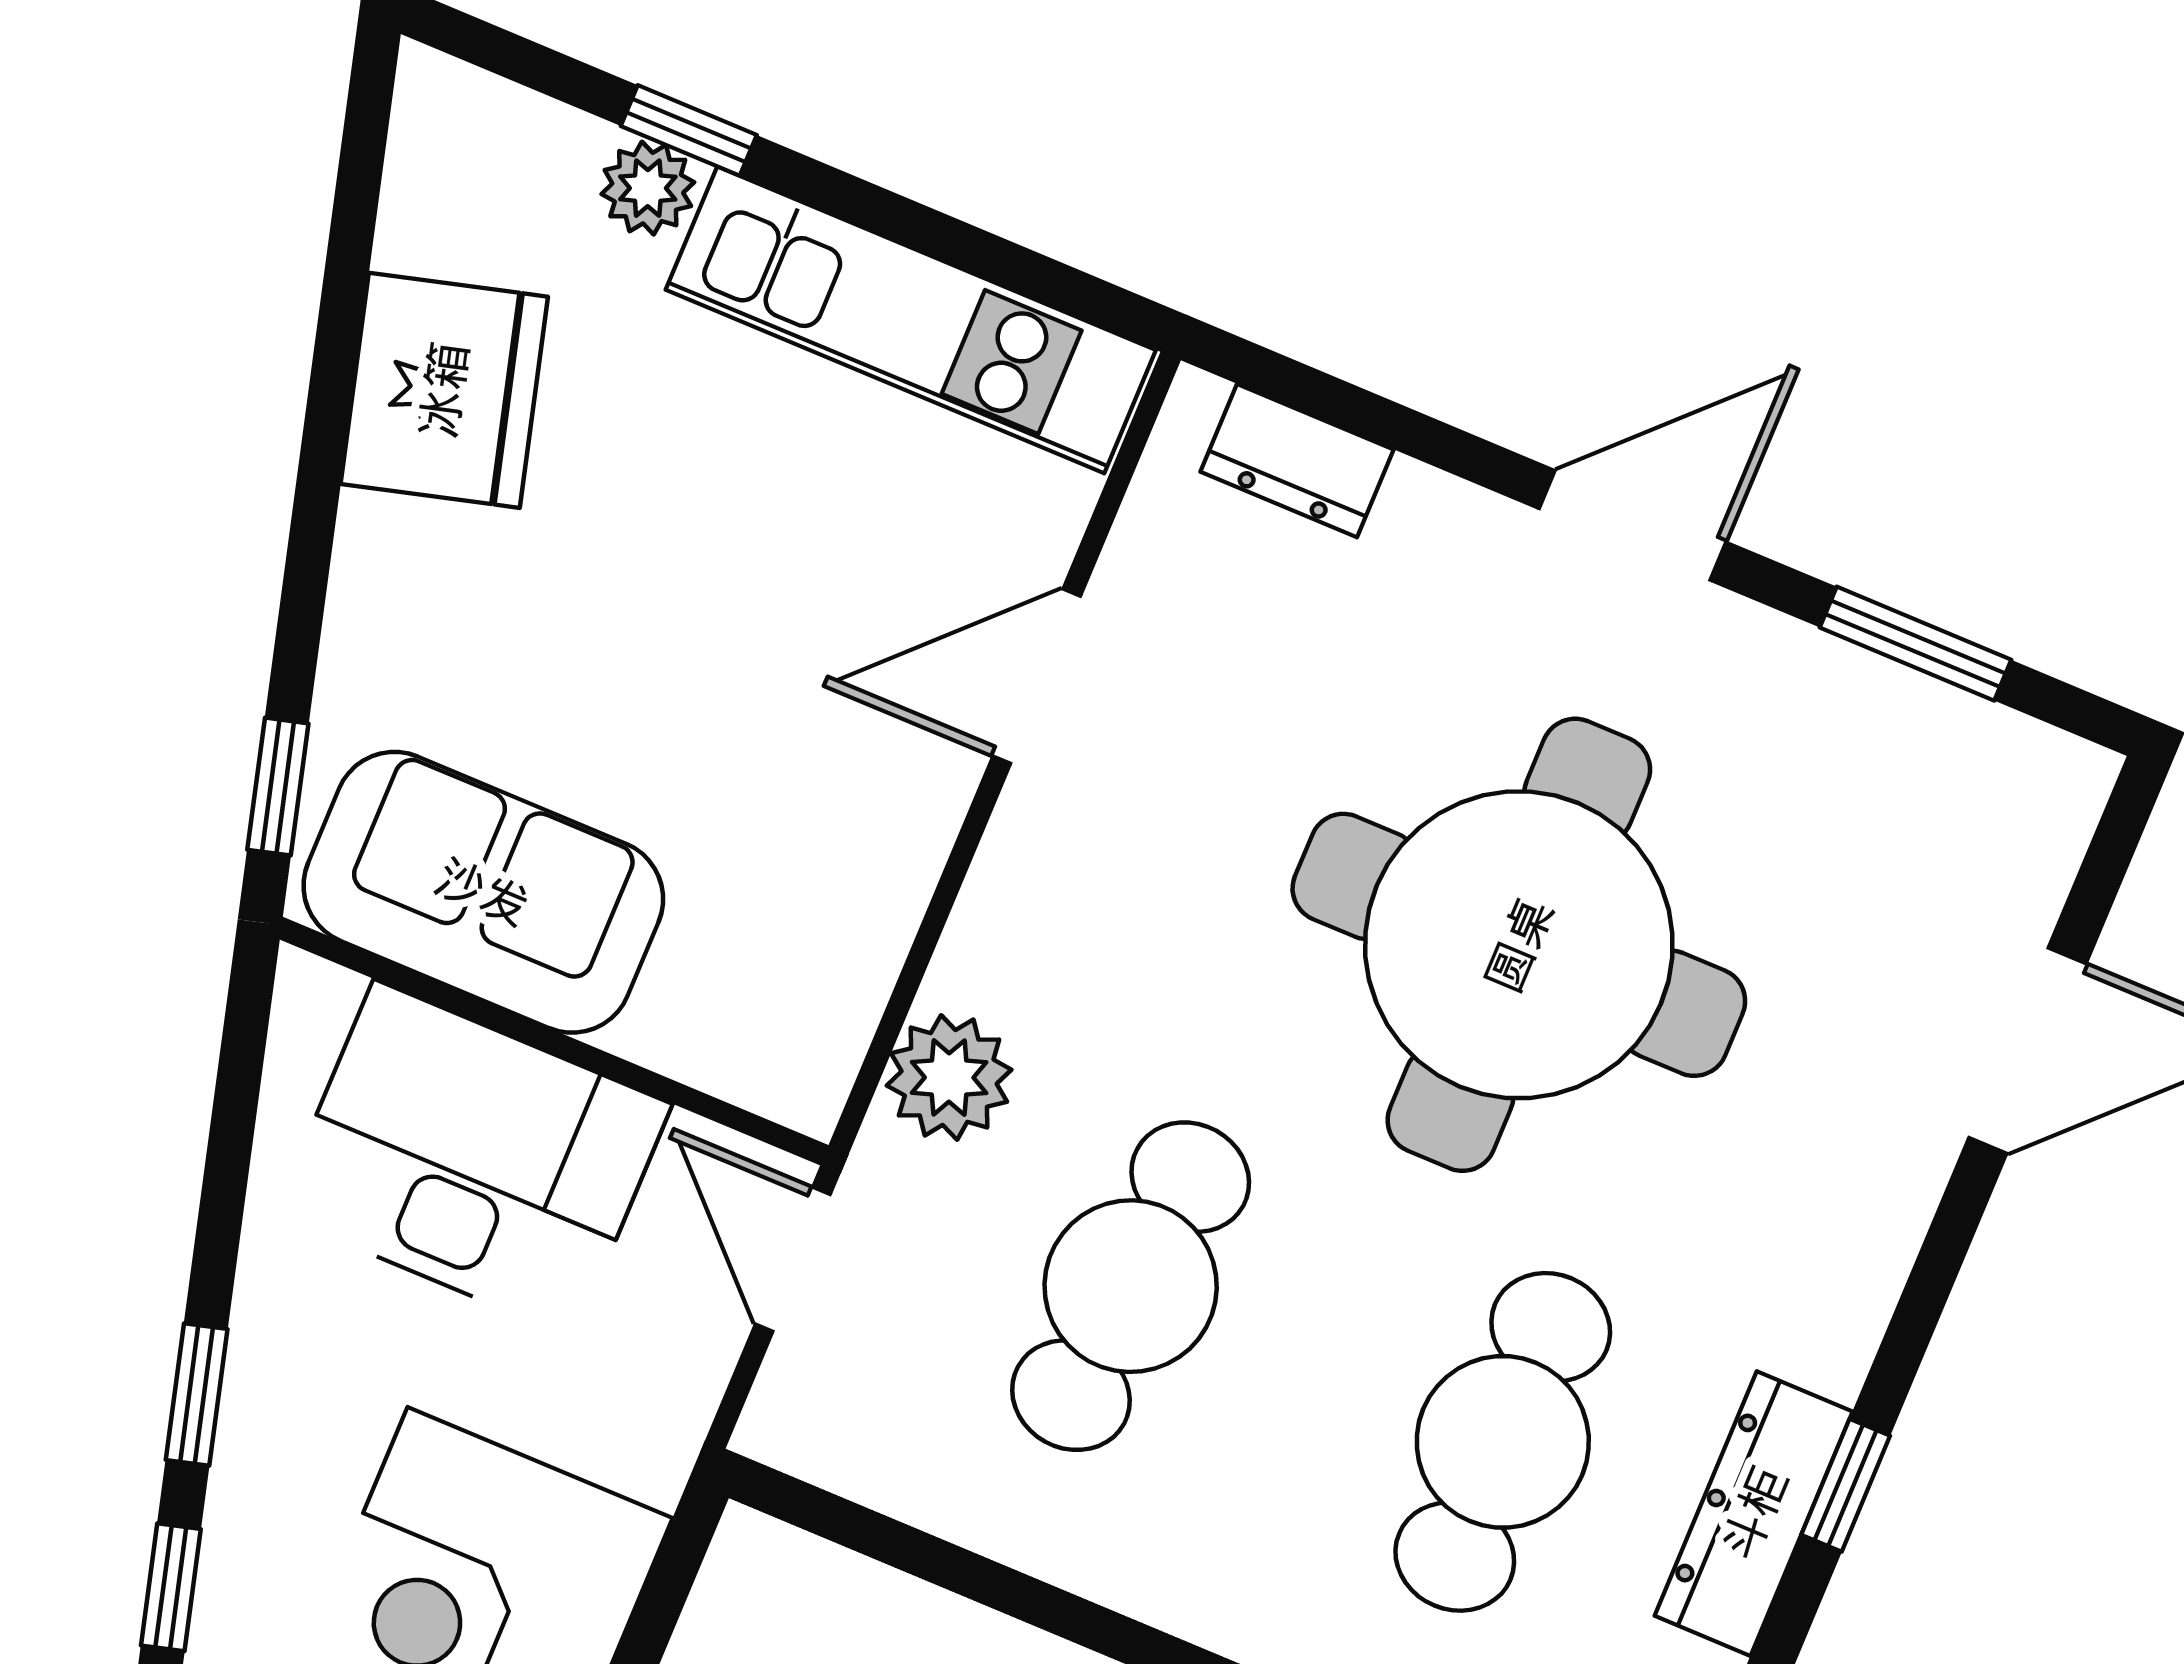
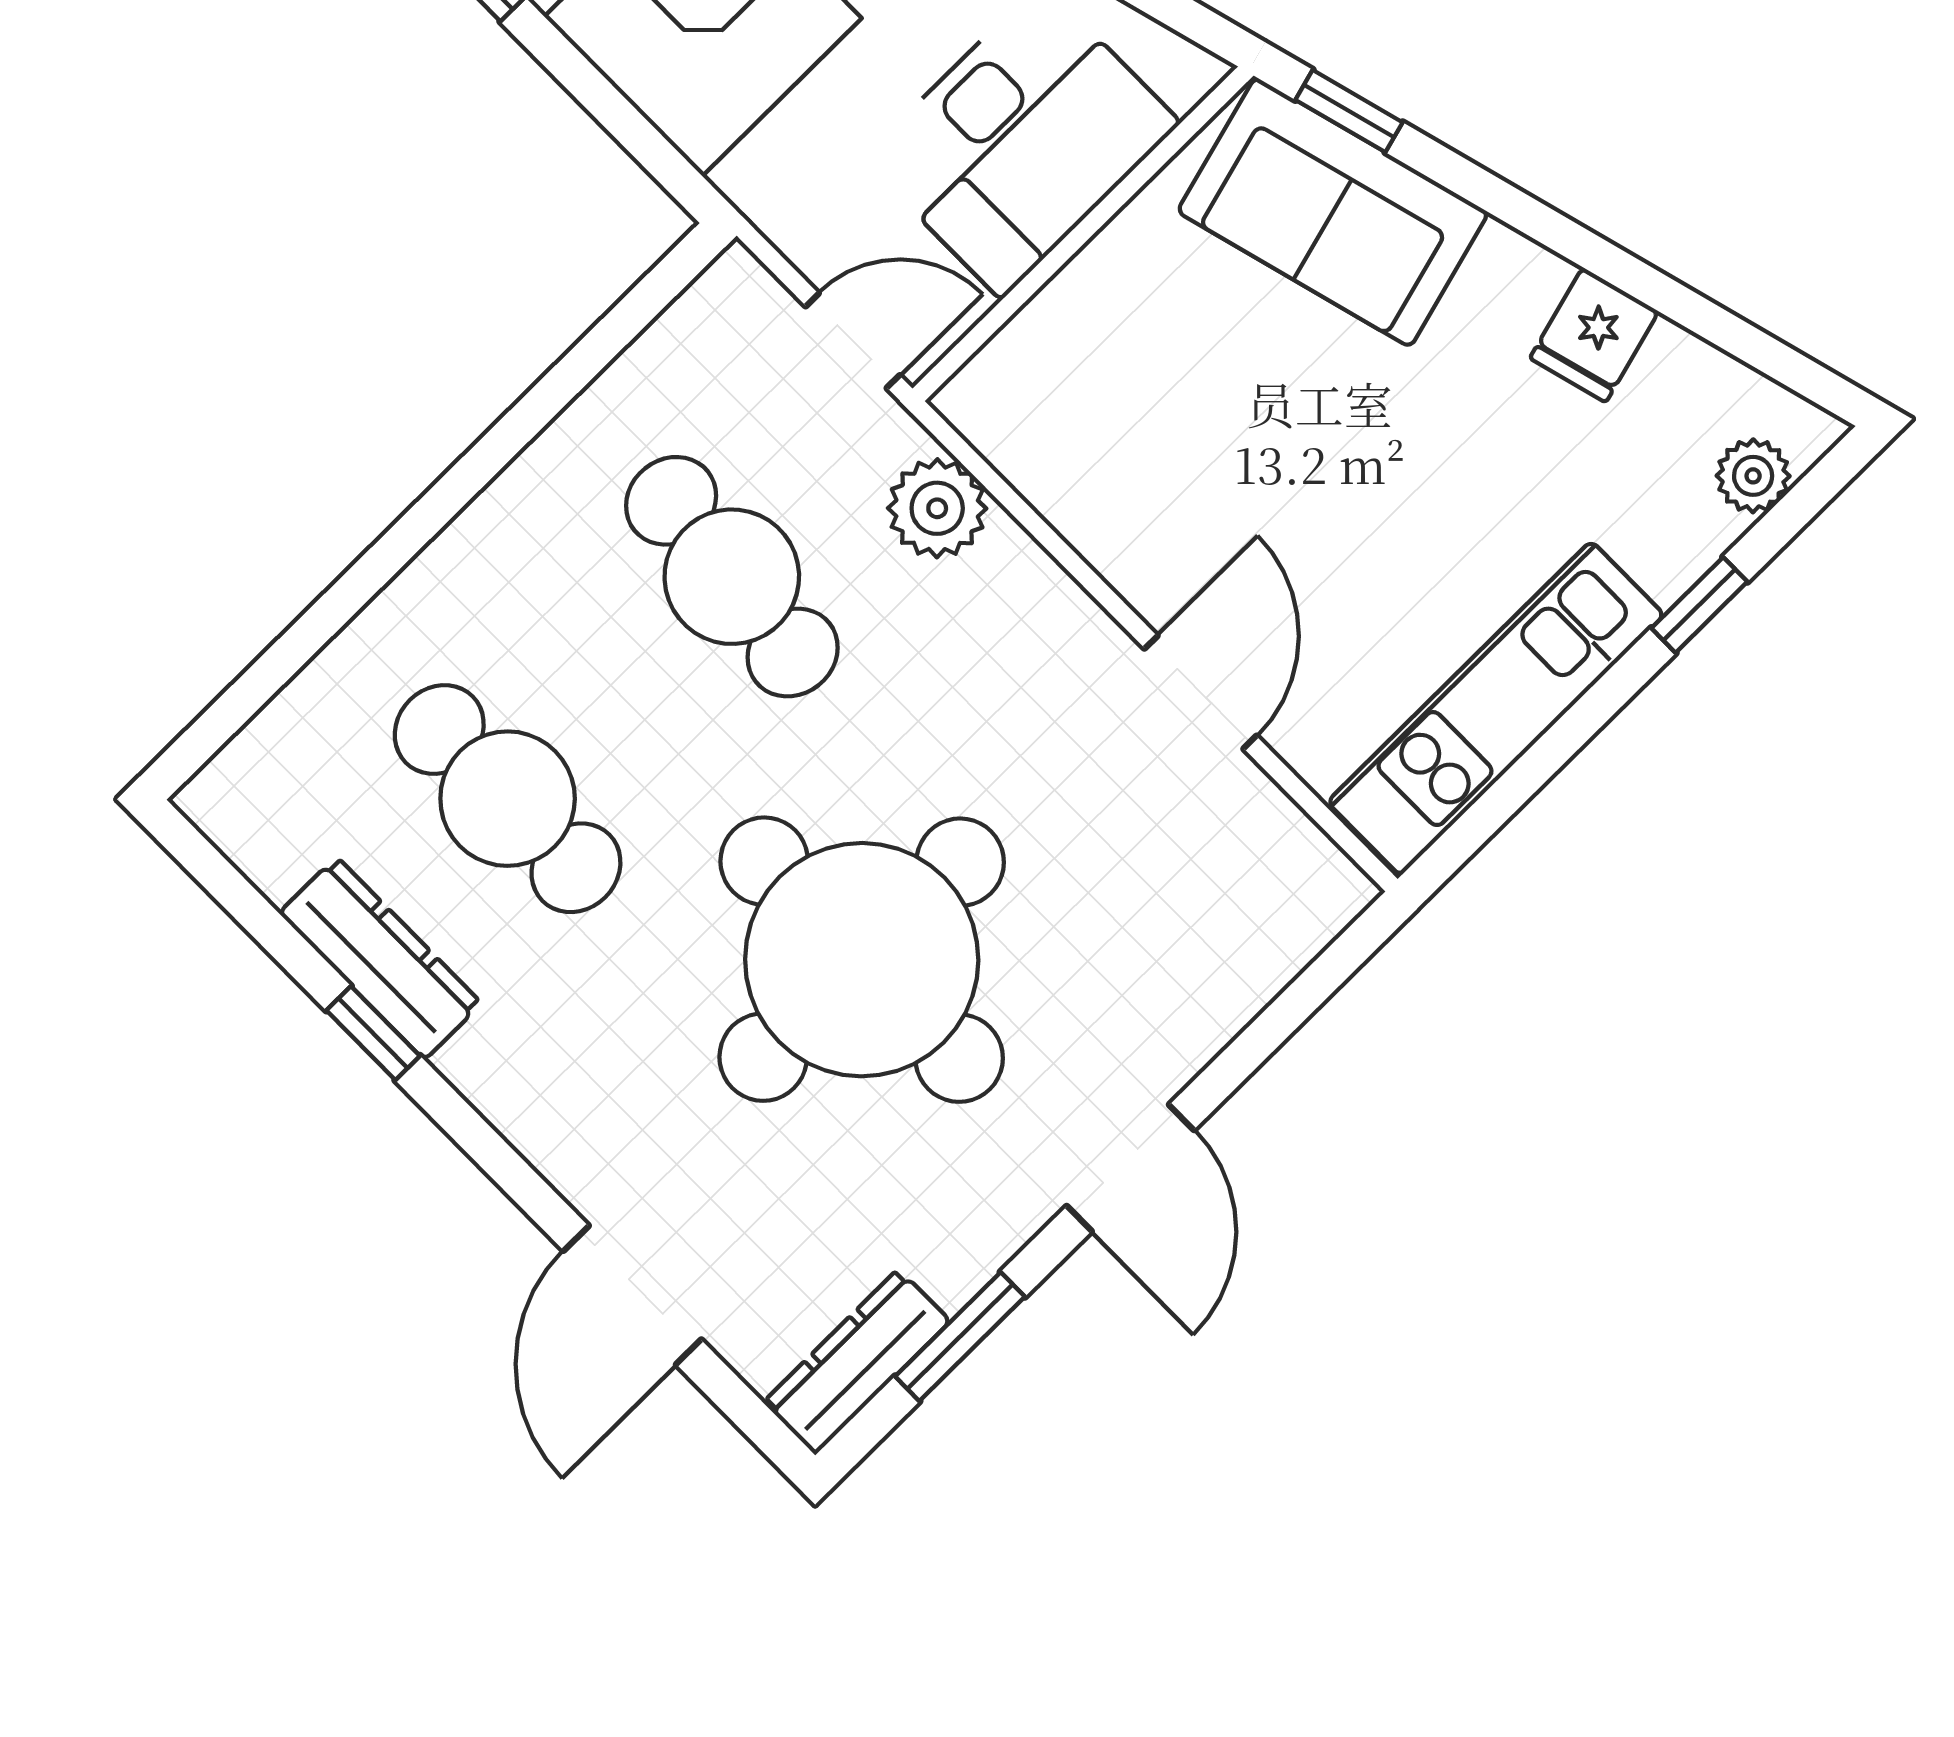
plant: (648, 188) -> (1753, 476), moved
fridge: (444, 390) -> (1594, 335), width x0.53, depth x0.75
dresser: (1297, 461) -> (857, 1362), moved, width x1.44
sofa: (483, 892) -> (1333, 212), moved, turned 75

